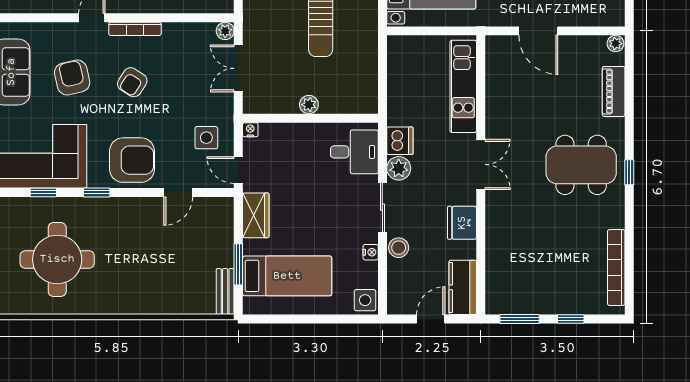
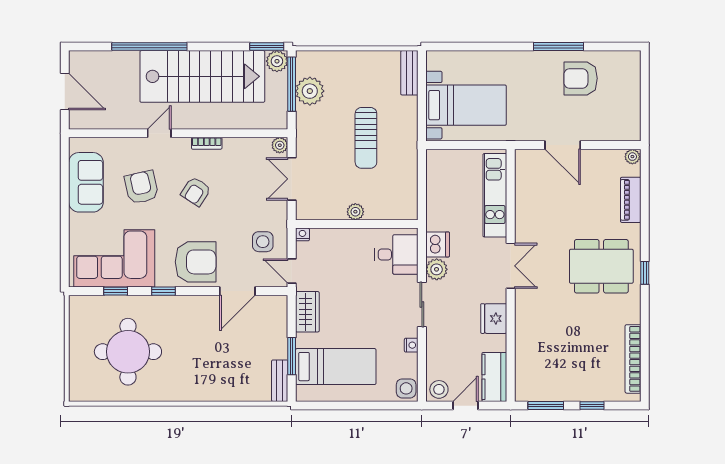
bookcase: (135, 29) -> (207, 143), width x0.64
door: (178, 192) -> (237, 291), width x1.38
stool: (399, 248) -> (439, 389), moved

